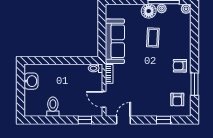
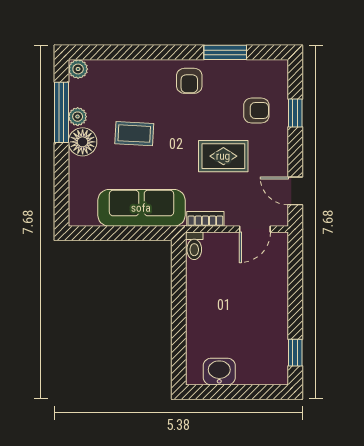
rug: (141, 83) -> (223, 156), added
armchair: (177, 99) -> (256, 111), moved
toilet: (53, 107) -> (269, 329), removed
window: (85, 120) -> (295, 353), moved

